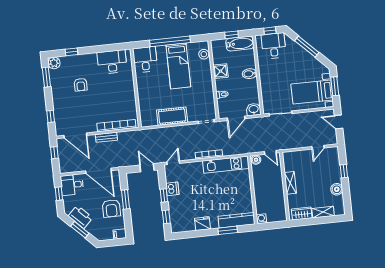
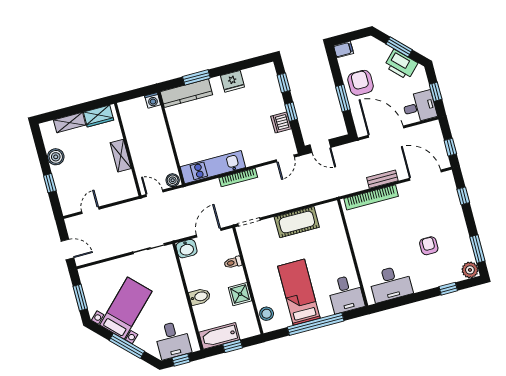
bed with nightstands: (312, 92) -> (126, 308), moved, turned -45

